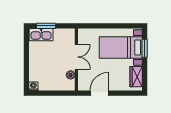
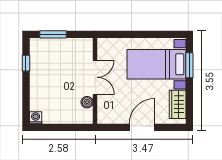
kitchen sink: (41, 35) -> (46, 46), removed
window: (26, 47) -> (26, 63), added
door: (99, 93) -> (142, 127), moved

